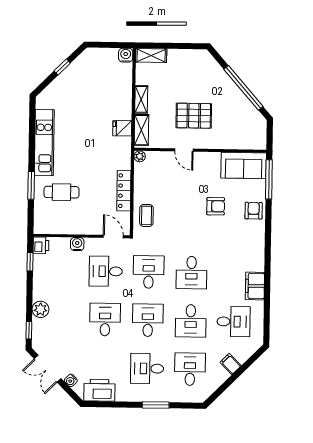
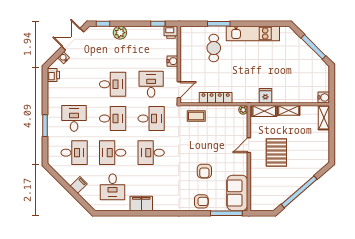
window: (62, 67) -> (313, 47), width x2.17
printer: (99, 390) -> (53, 75), width x0.53, depth x0.68

